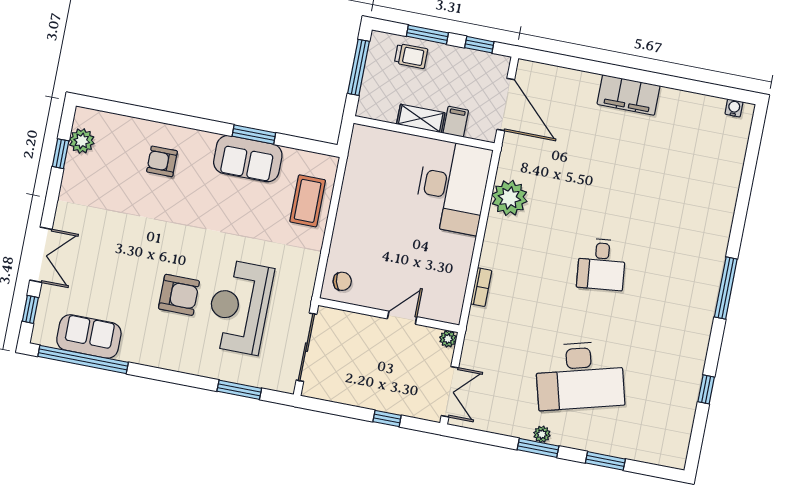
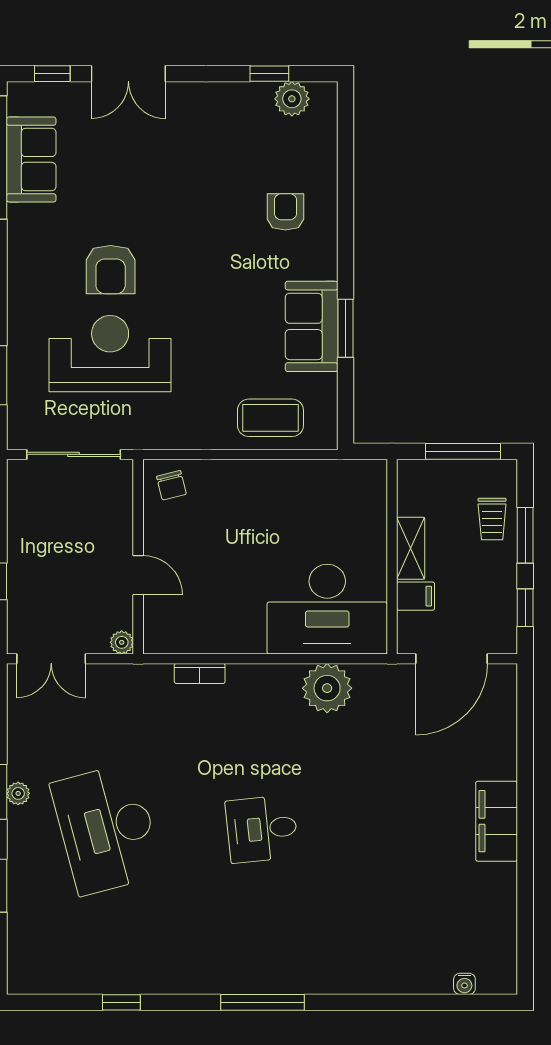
water cooler: (734, 108) -> (464, 984), moved, turned 90

